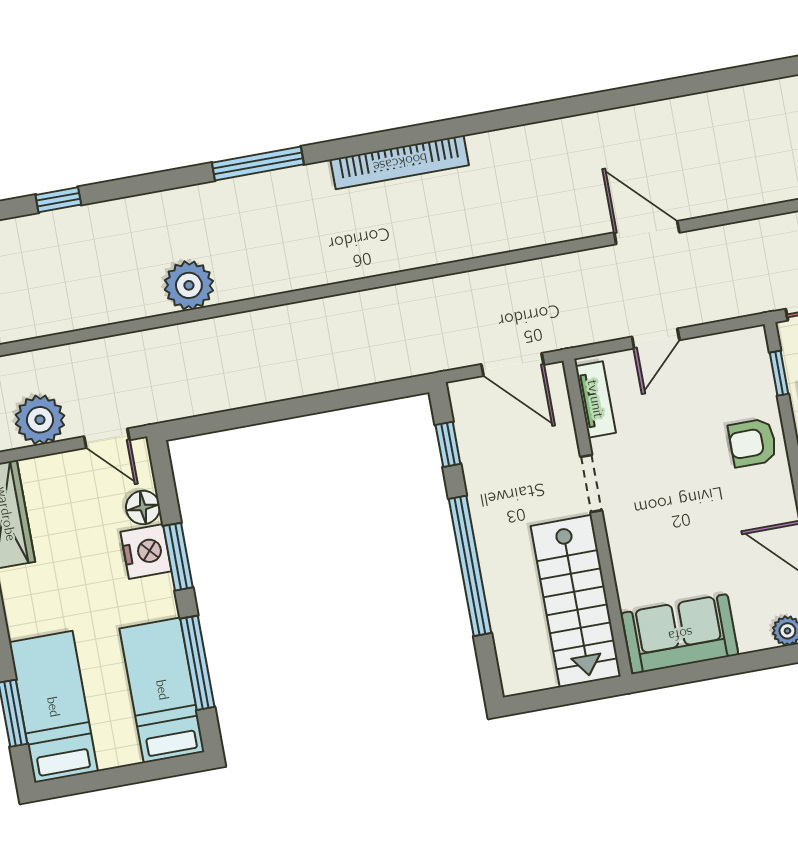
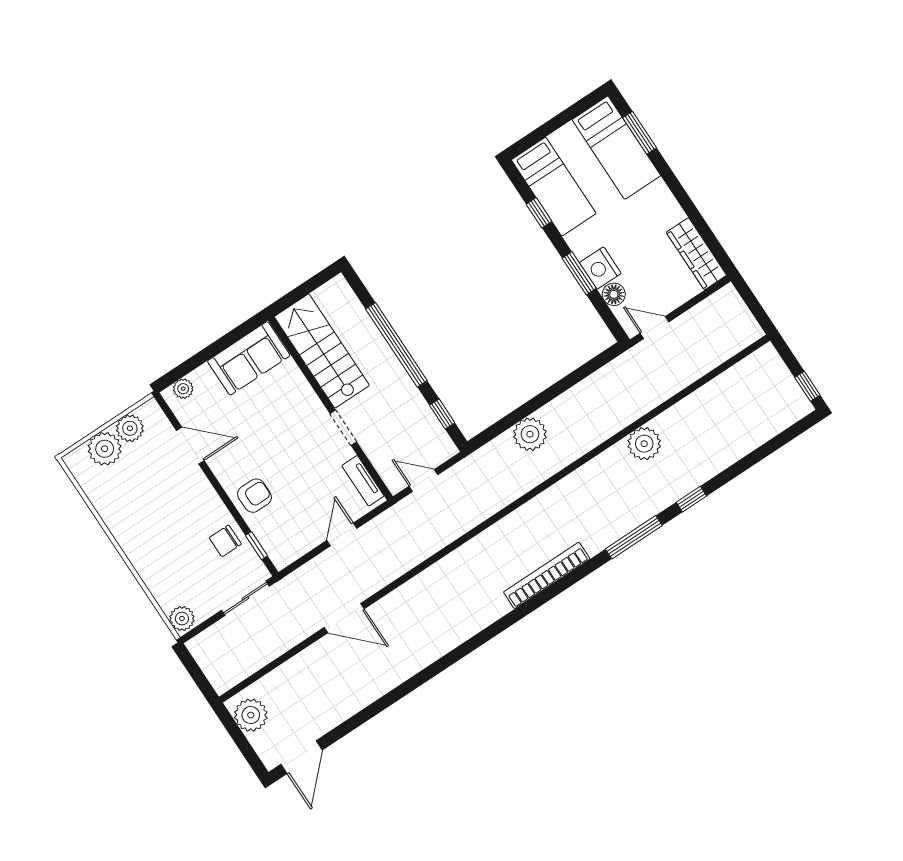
window: (58, 200) -> (691, 499), moved
door: (647, 233) -> (344, 618), moved
door: (512, 365) -> (423, 480), width x0.73
plant: (40, 420) -> (530, 434), moved
window: (197, 663) -> (539, 213), width x0.46

